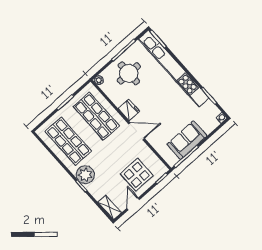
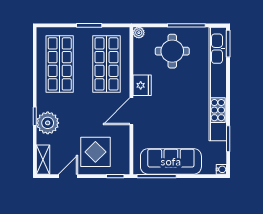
door: (137, 131) -> (131, 111), swing flipped
sofa: (187, 140) -> (171, 161), width x1.36
plant: (85, 175) -> (48, 123), moved

